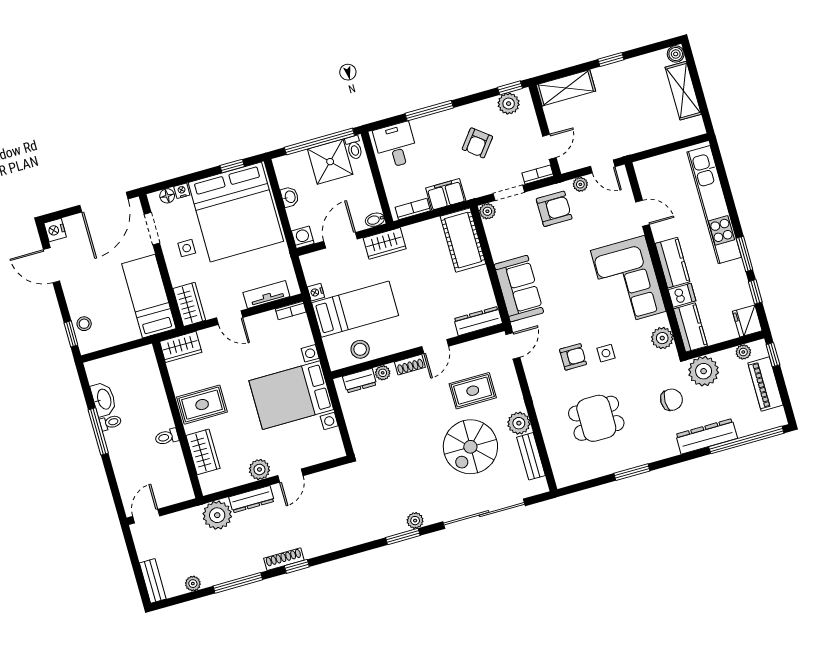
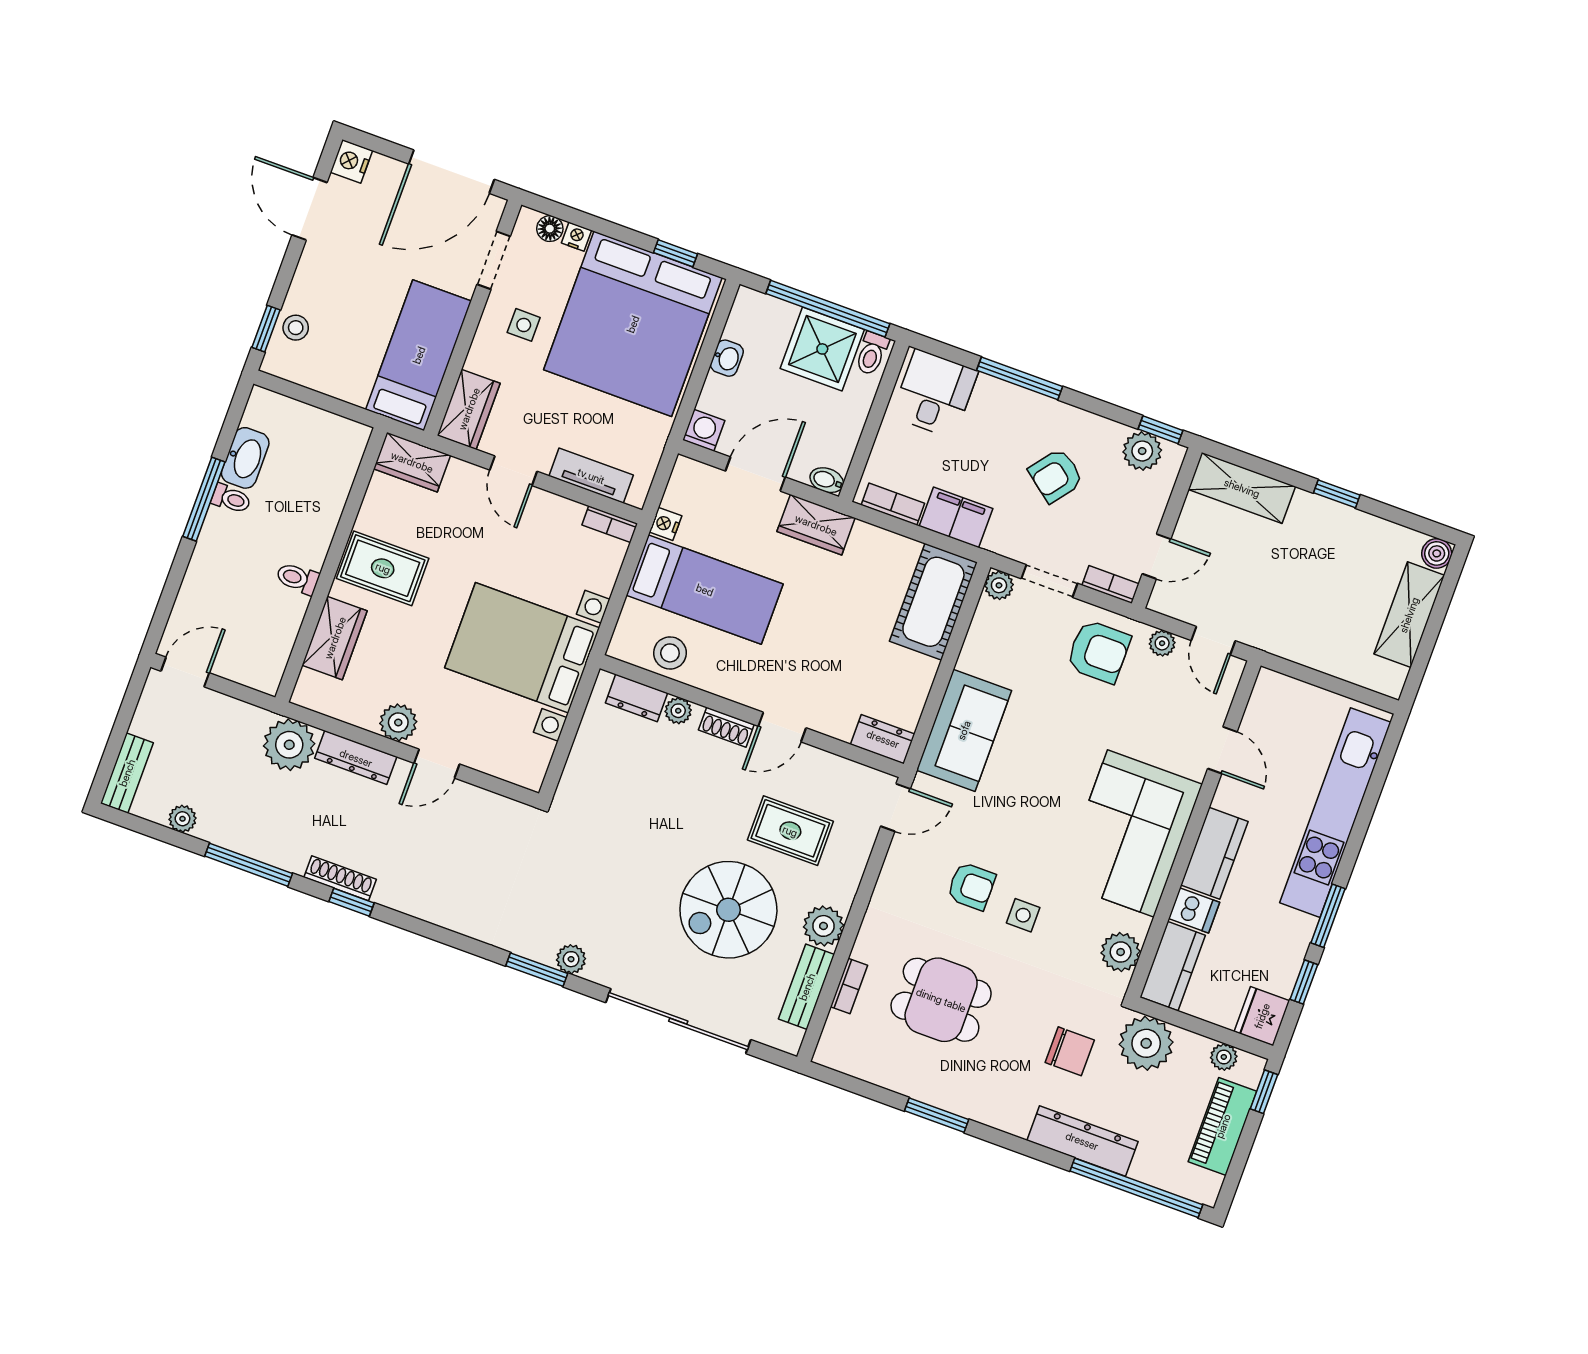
dresser: (478, 321) -> (883, 739), width x0.70
bookcase: (550, 442) -> (849, 986), added

